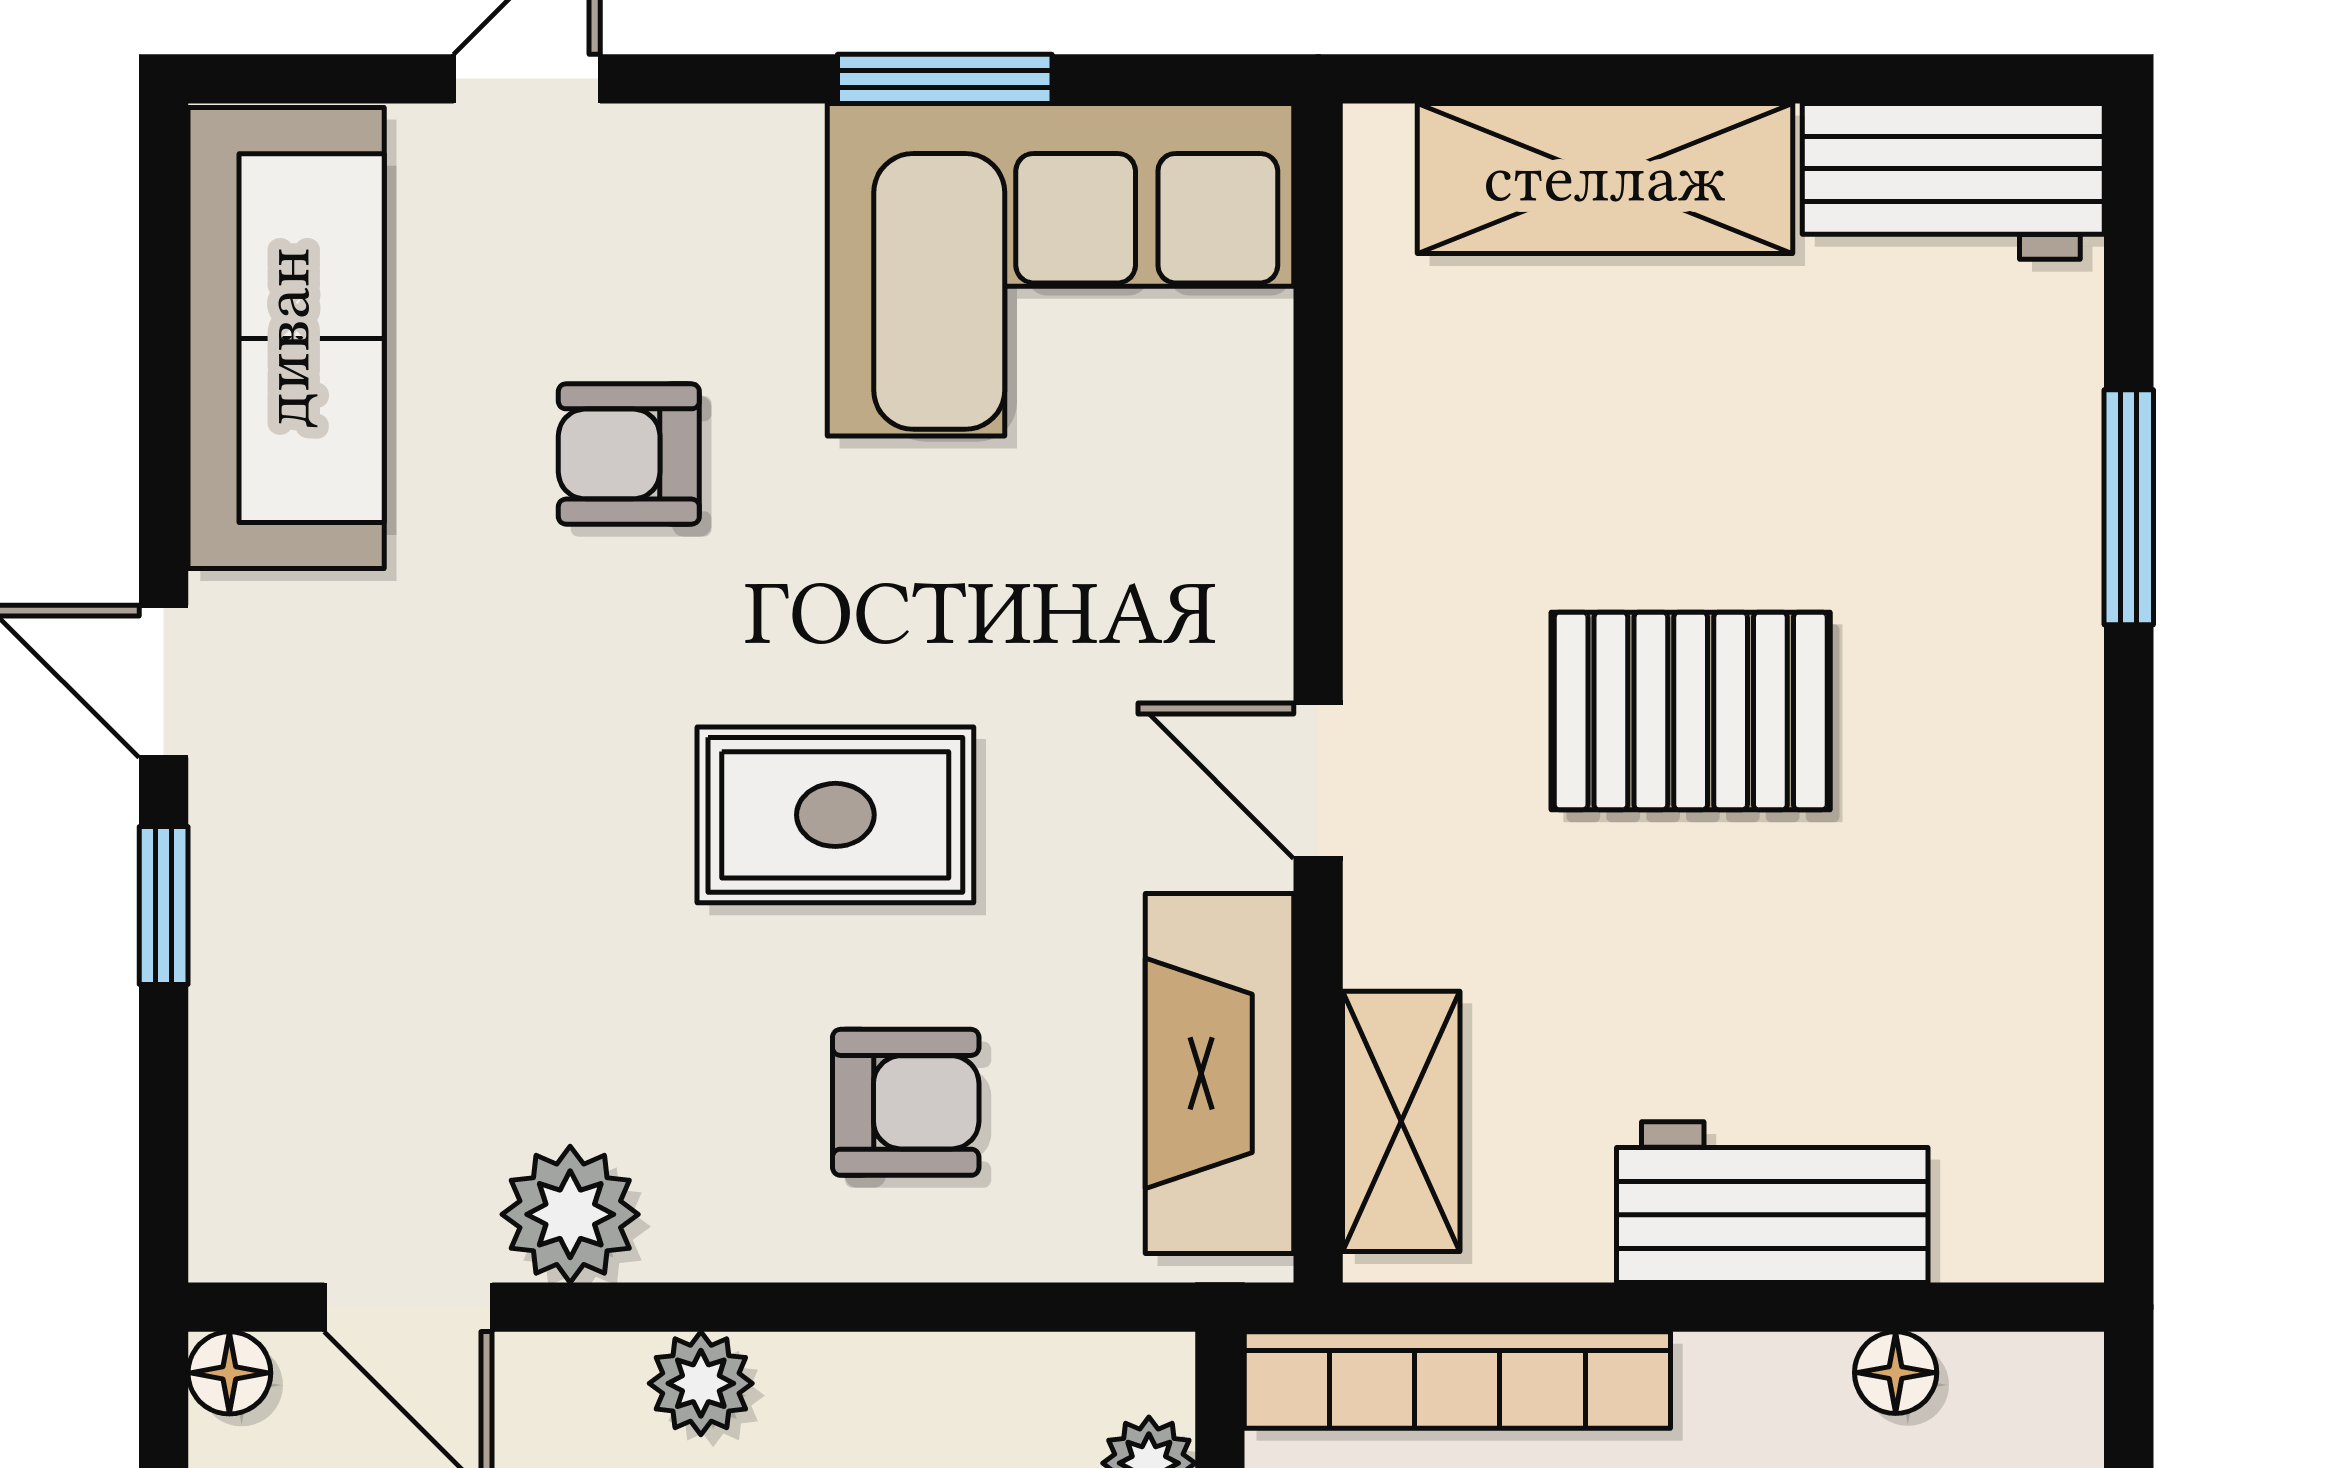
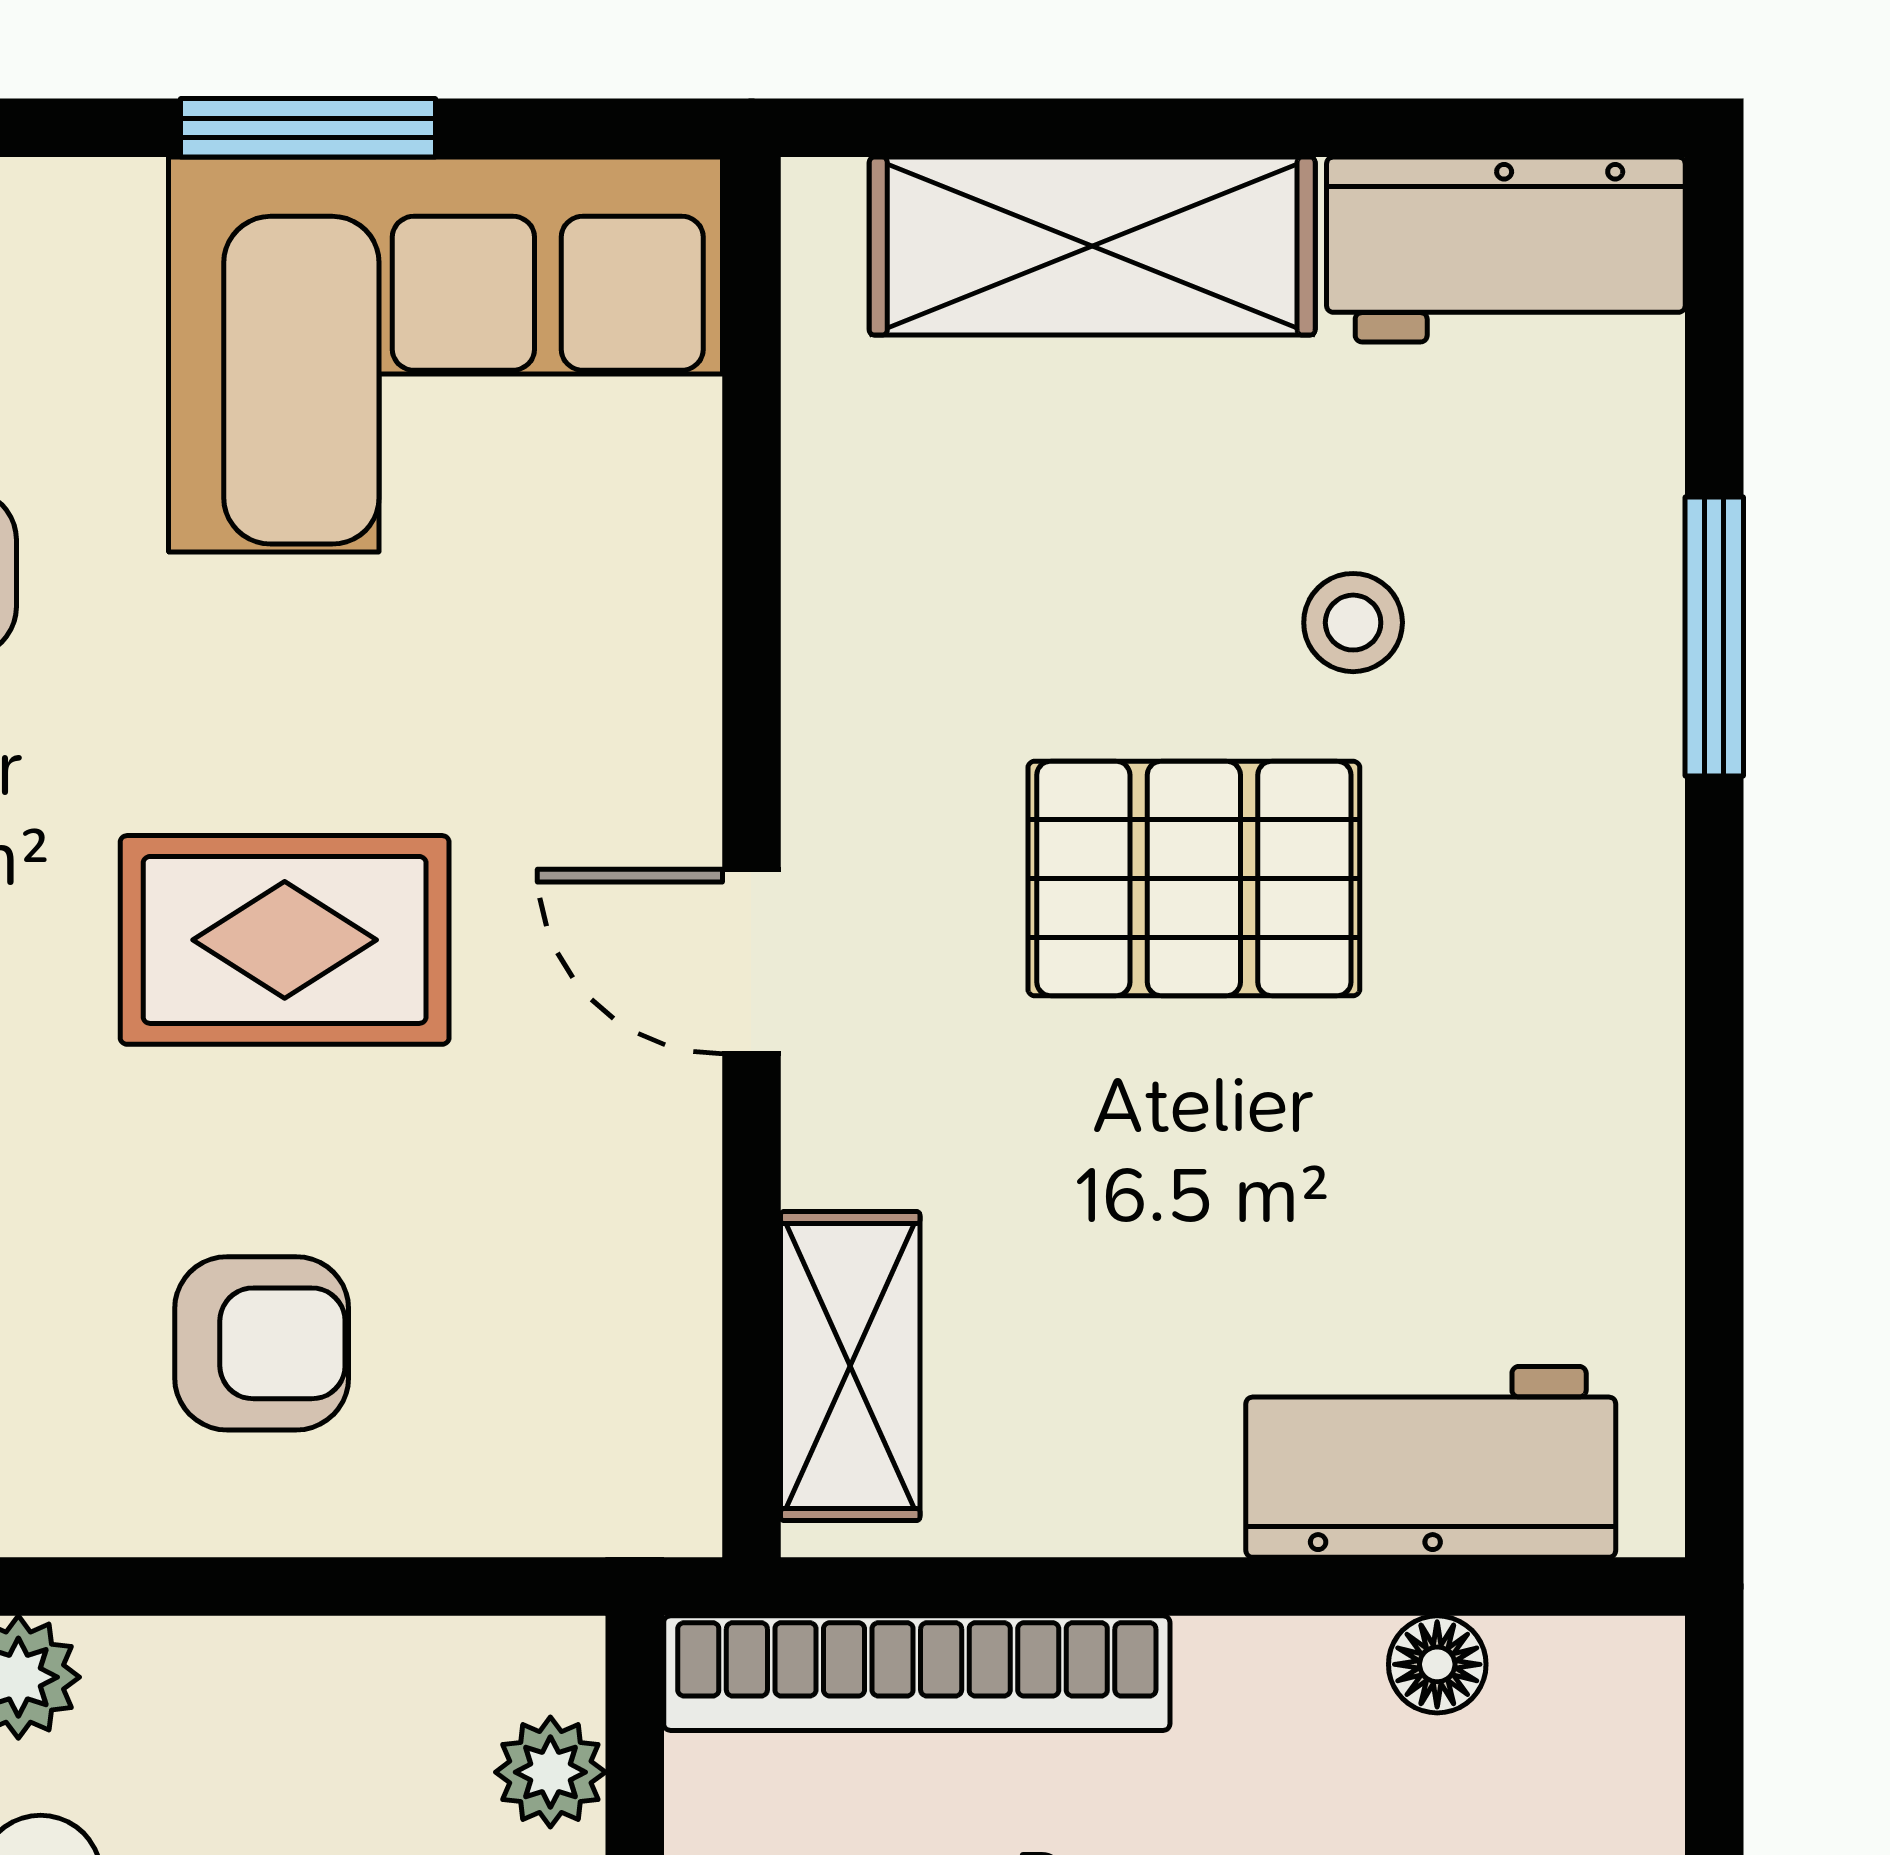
stool: (1825, 495) -> (1353, 623), added
rug: (835, 815) -> (285, 940), moved
fireplace: (1219, 1073) -> (634, 1309), removed
workbench: (1772, 1202) -> (1431, 1462), moved

